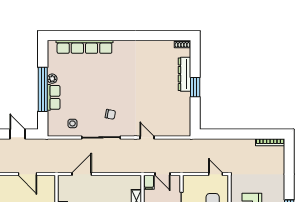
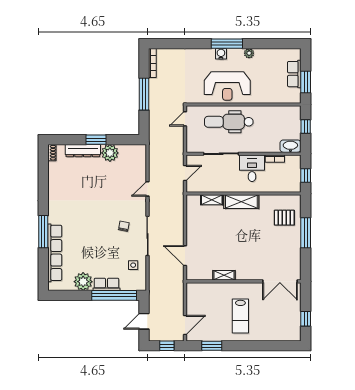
window: (105, 35) -> (43, 232), added
plant: (52, 79) -> (83, 282), width x1.87, depth x1.87
window: (43, 89) -> (114, 295), moved
plant: (182, 101) -> (110, 153), added
window: (240, 134) -> (144, 94), added
door: (27, 174) -> (185, 325), moved
filing cabinet: (149, 182) -> (193, 187), removed

